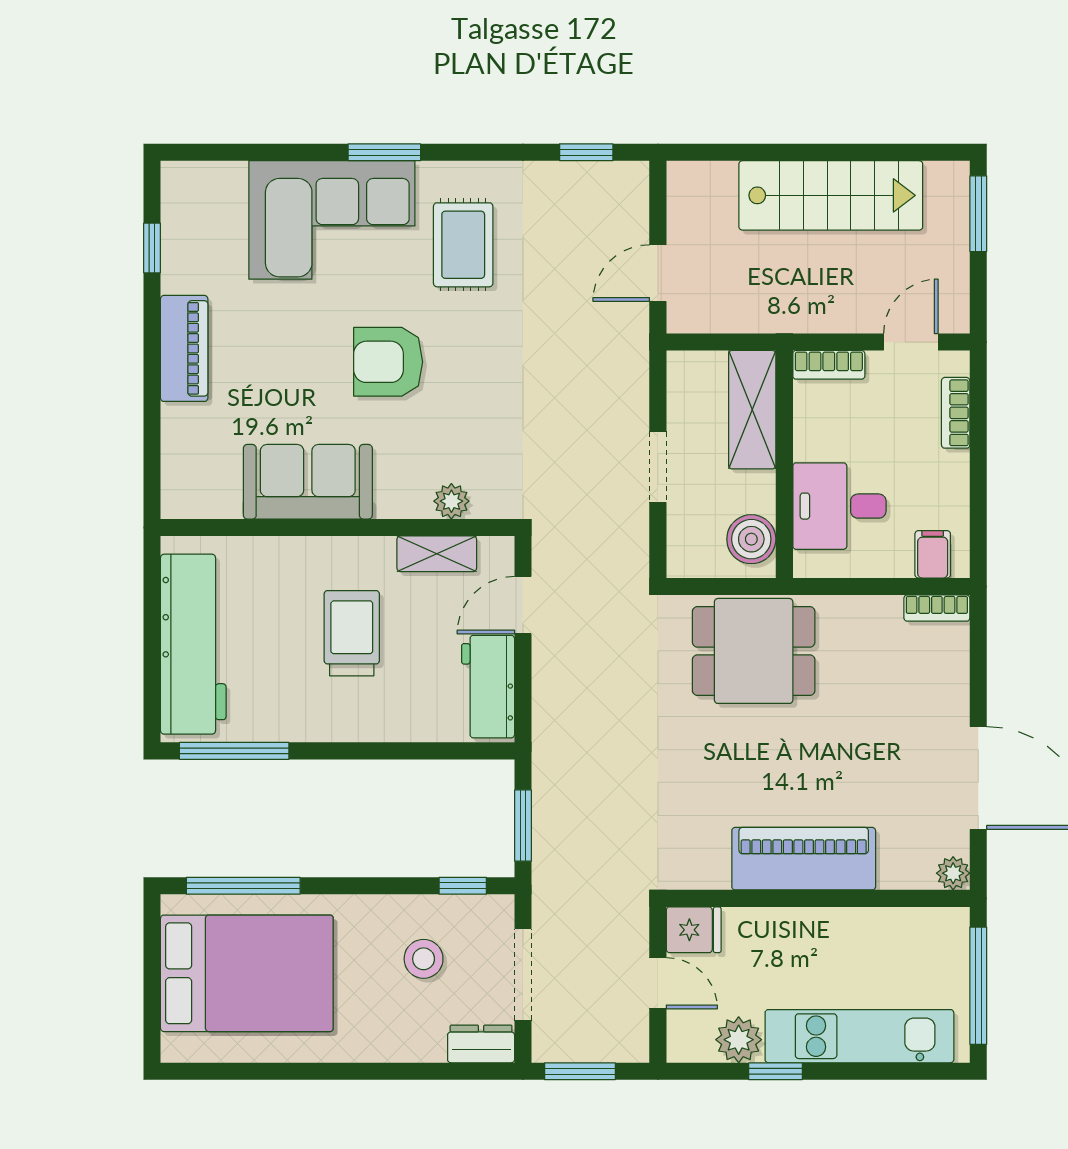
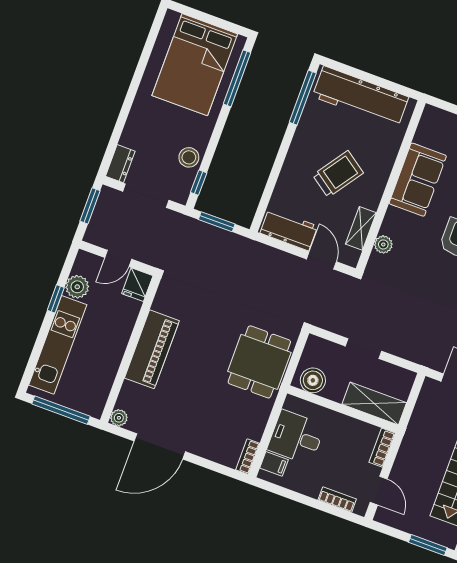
desk: (839, 506) -> (296, 437), moved, turned -90
trolley: (352, 633) -> (338, 174), turned -55
stool: (424, 959) -> (189, 157), moved

